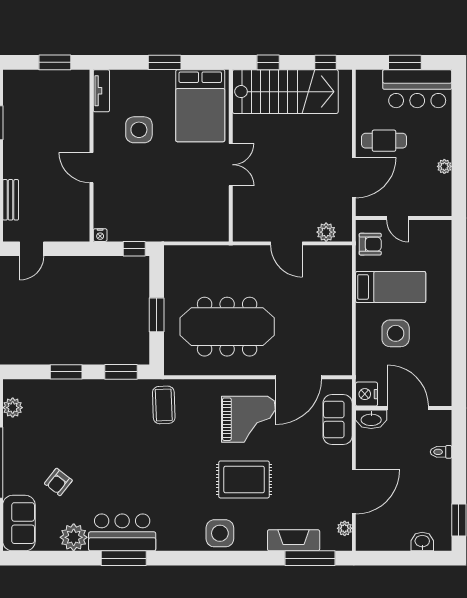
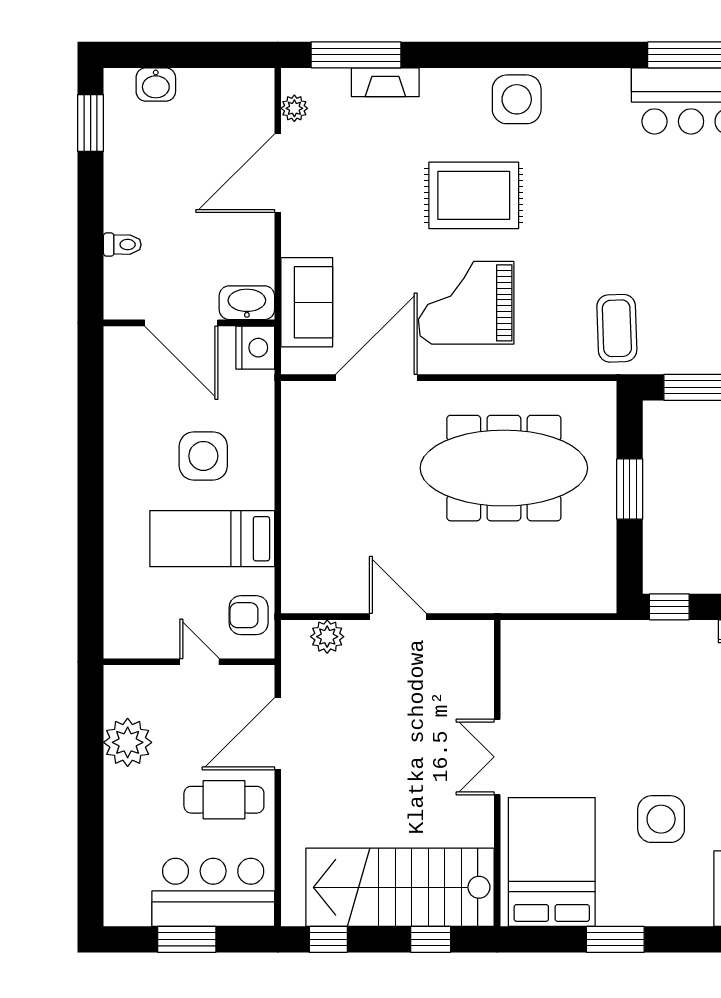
bar counter: (417, 89) -> (213, 892), moved
plant: (444, 166) -> (128, 742), width x1.88, depth x1.88
fireplace: (294, 540) -> (385, 82), width x0.73, depth x0.76

